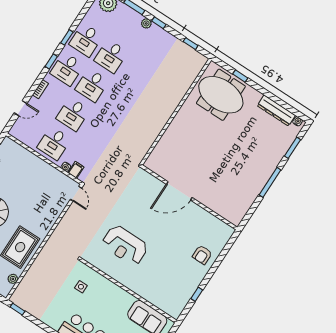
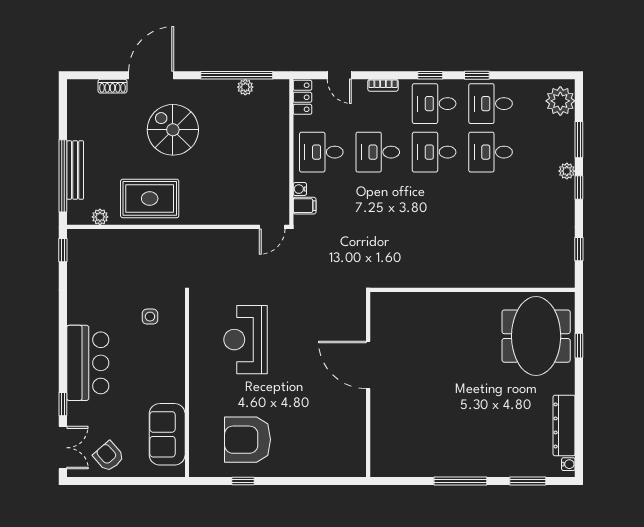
locker: (19, 135) -> (302, 97), added
armchair: (202, 255) -> (248, 440), moved, width x1.88, depth x1.88

